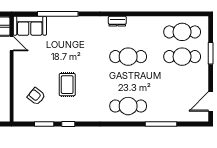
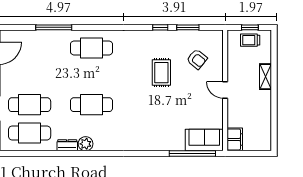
window: (58, 14) -> (192, 154), moved
dresser: (117, 21) -> (67, 145), moved
plant: (133, 22) -> (86, 144), added
door: (12, 44) -> (225, 90), moved

